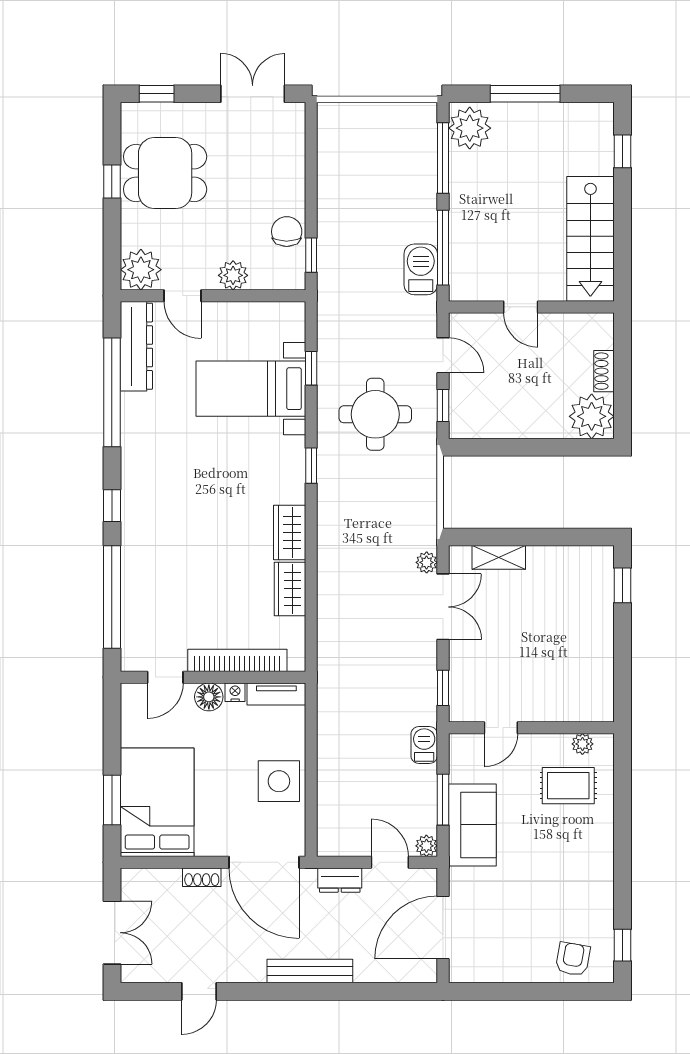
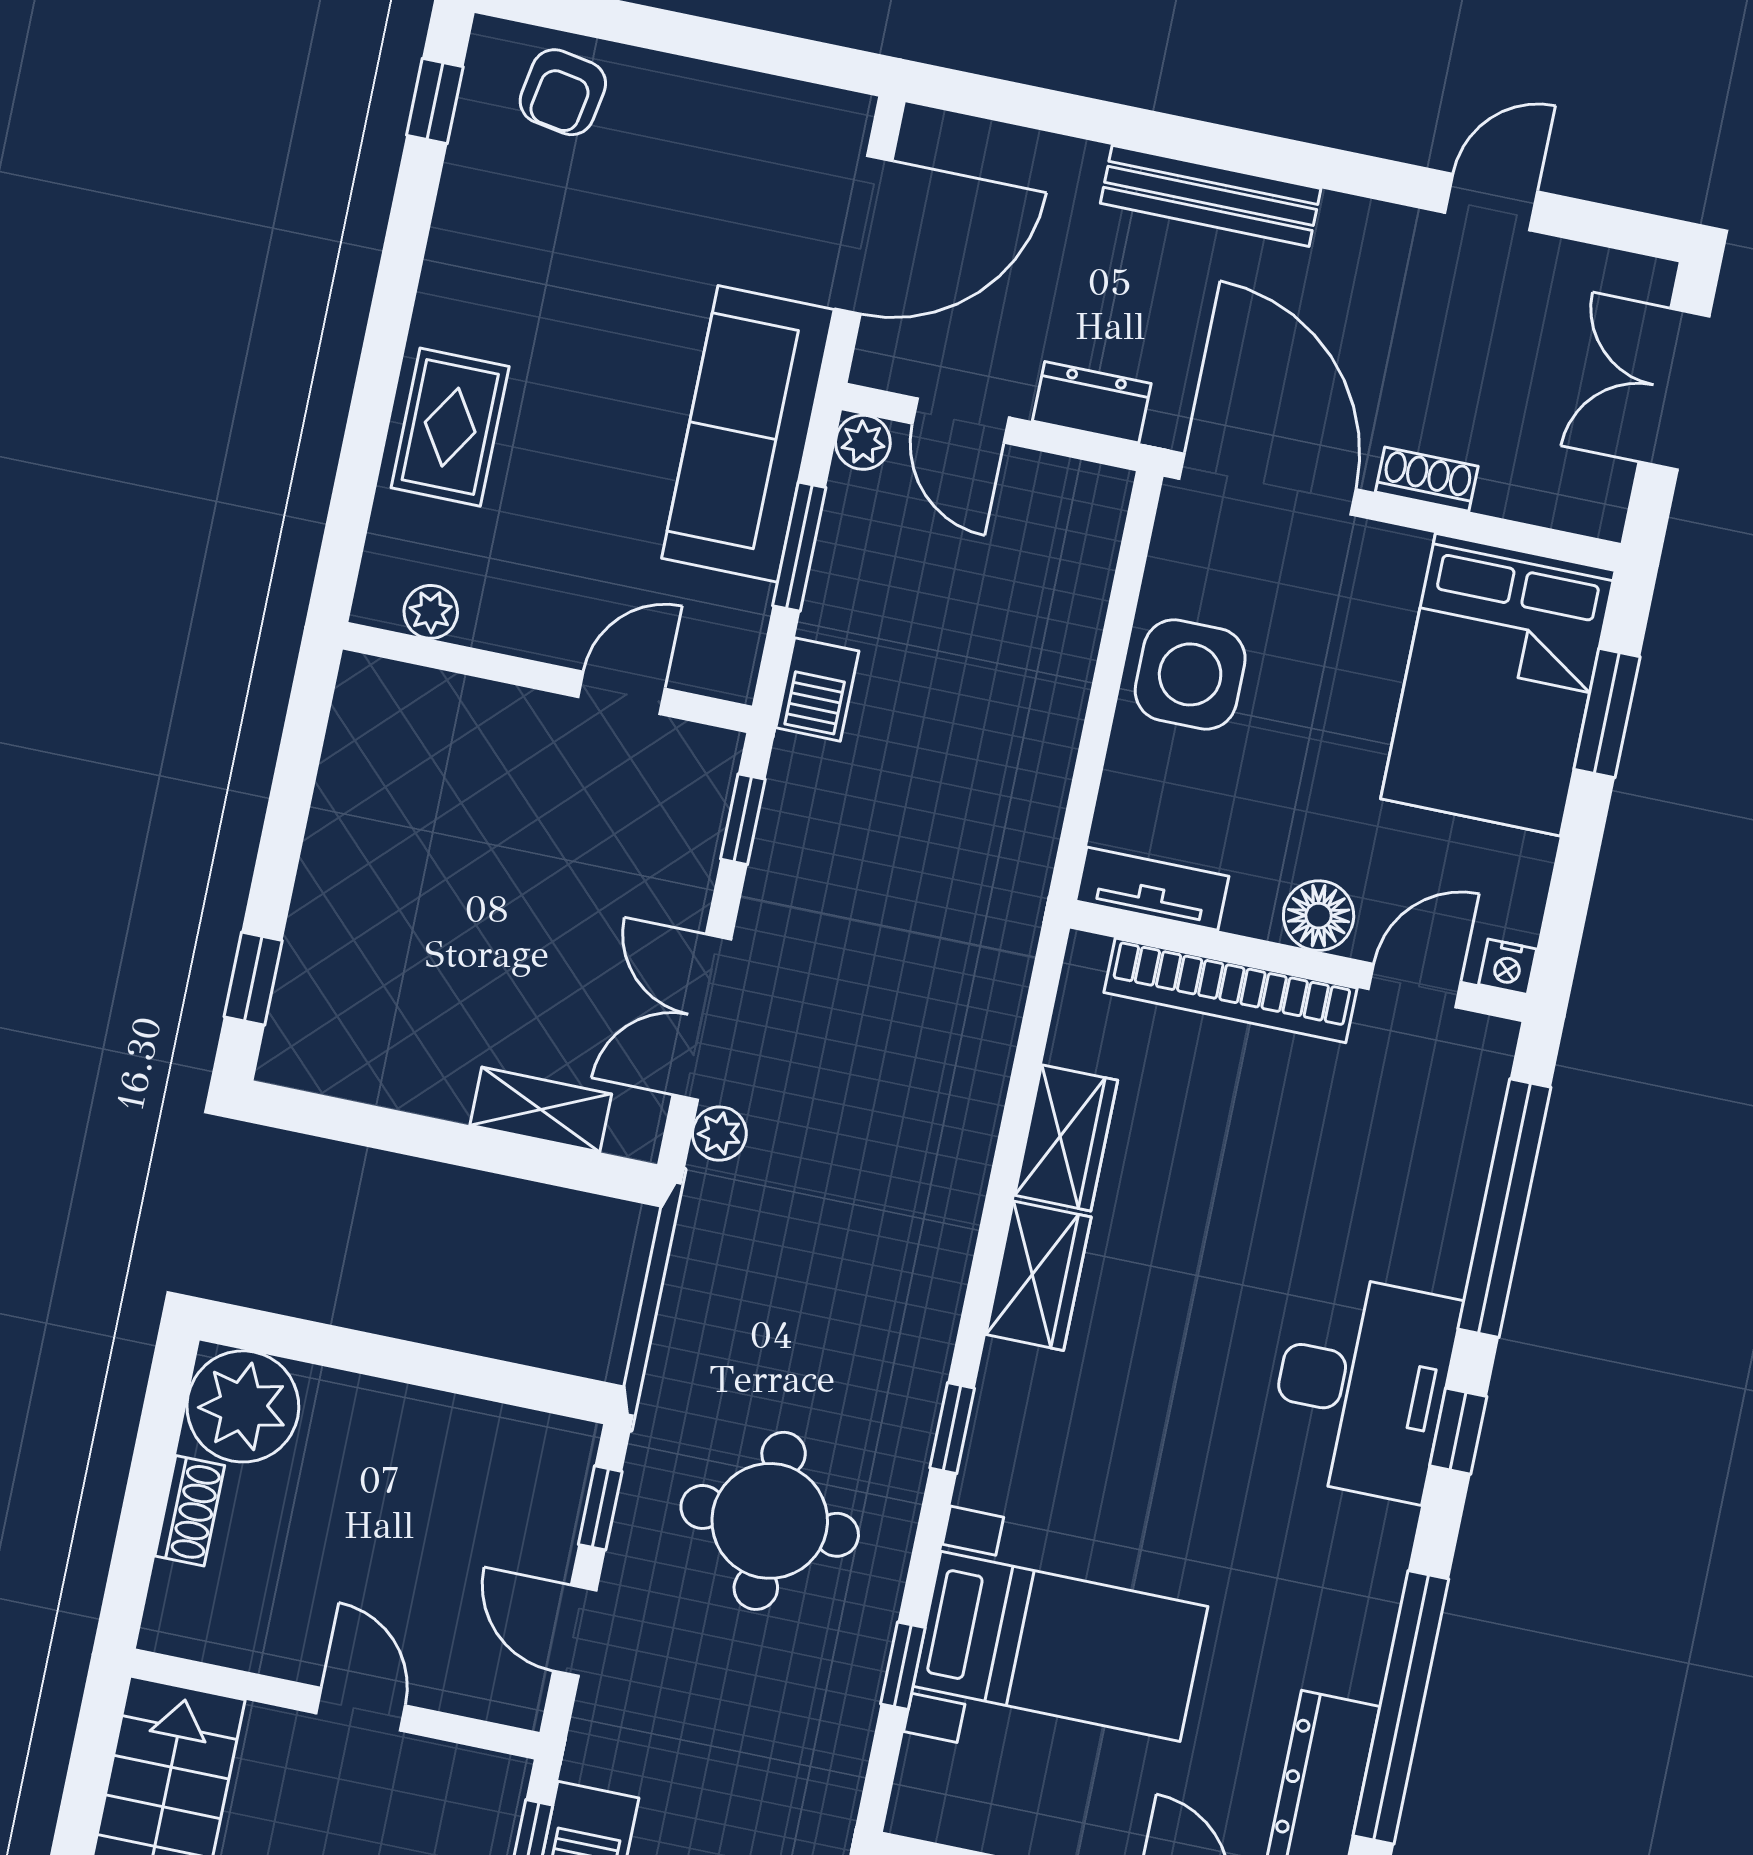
desk: (153, 515) -> (1362, 1386), added
nightstand: (235, 692) -> (1508, 967), moved
rug: (568, 786) -> (450, 427), moved, turned 90
sofa: (472, 825) -> (748, 434), width x1.36

